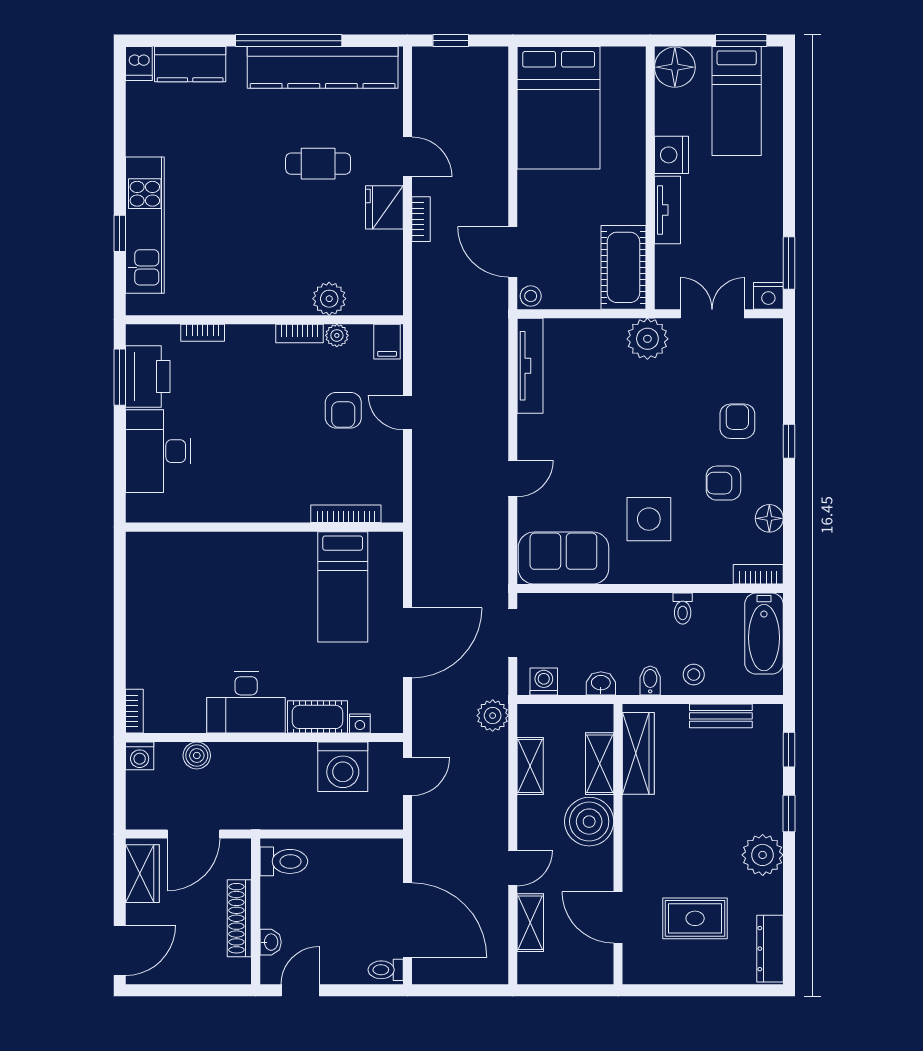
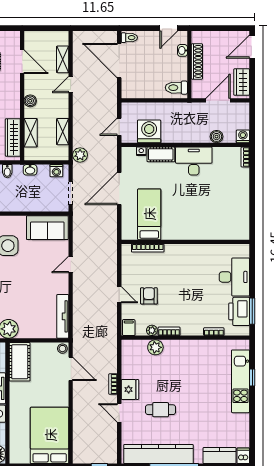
boiler: (589, 822) -> (30, 101), width x0.54, depth x0.54

